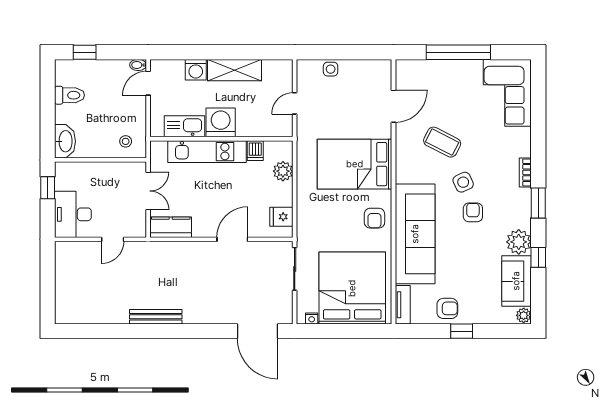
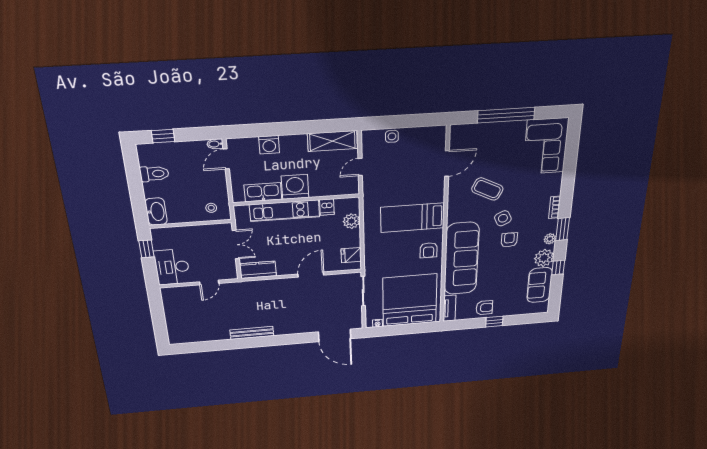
shelving: (235, 70) -> (332, 141), moved
bed: (355, 164) -> (412, 218), width x0.67
plant: (524, 315) -> (550, 239), moved

